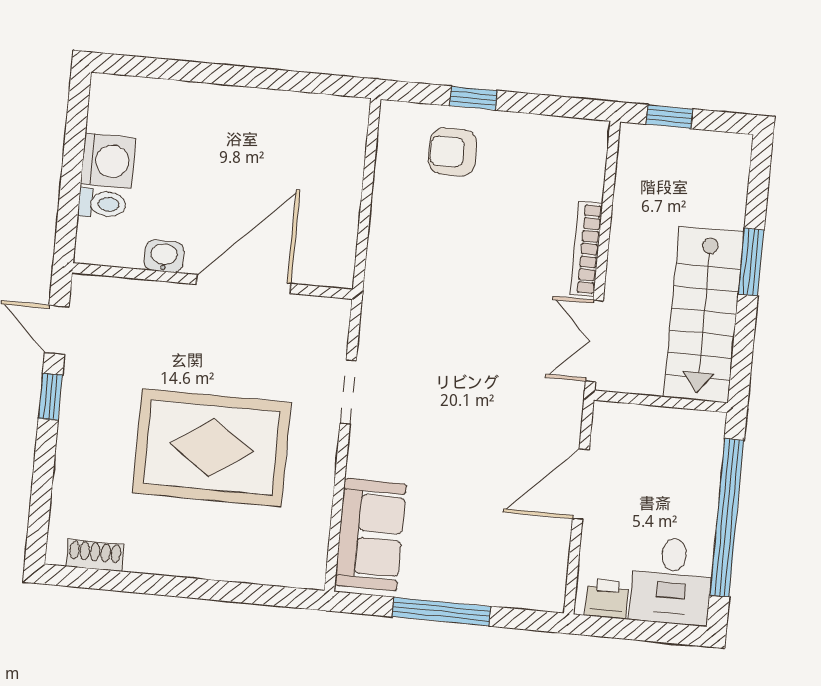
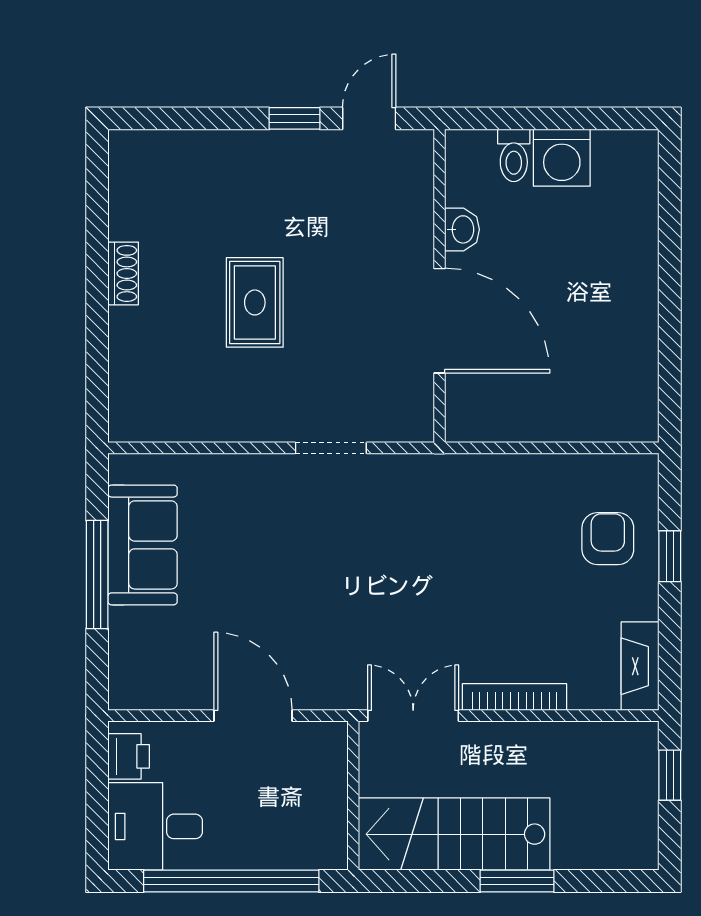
fireplace: (569, 134) -> (640, 666), added
rug: (212, 448) -> (255, 302), width x0.54, depth x0.49
sofa: (371, 535) -> (143, 545), moved, turned -90
shoe rack: (95, 555) -> (123, 273), moved

